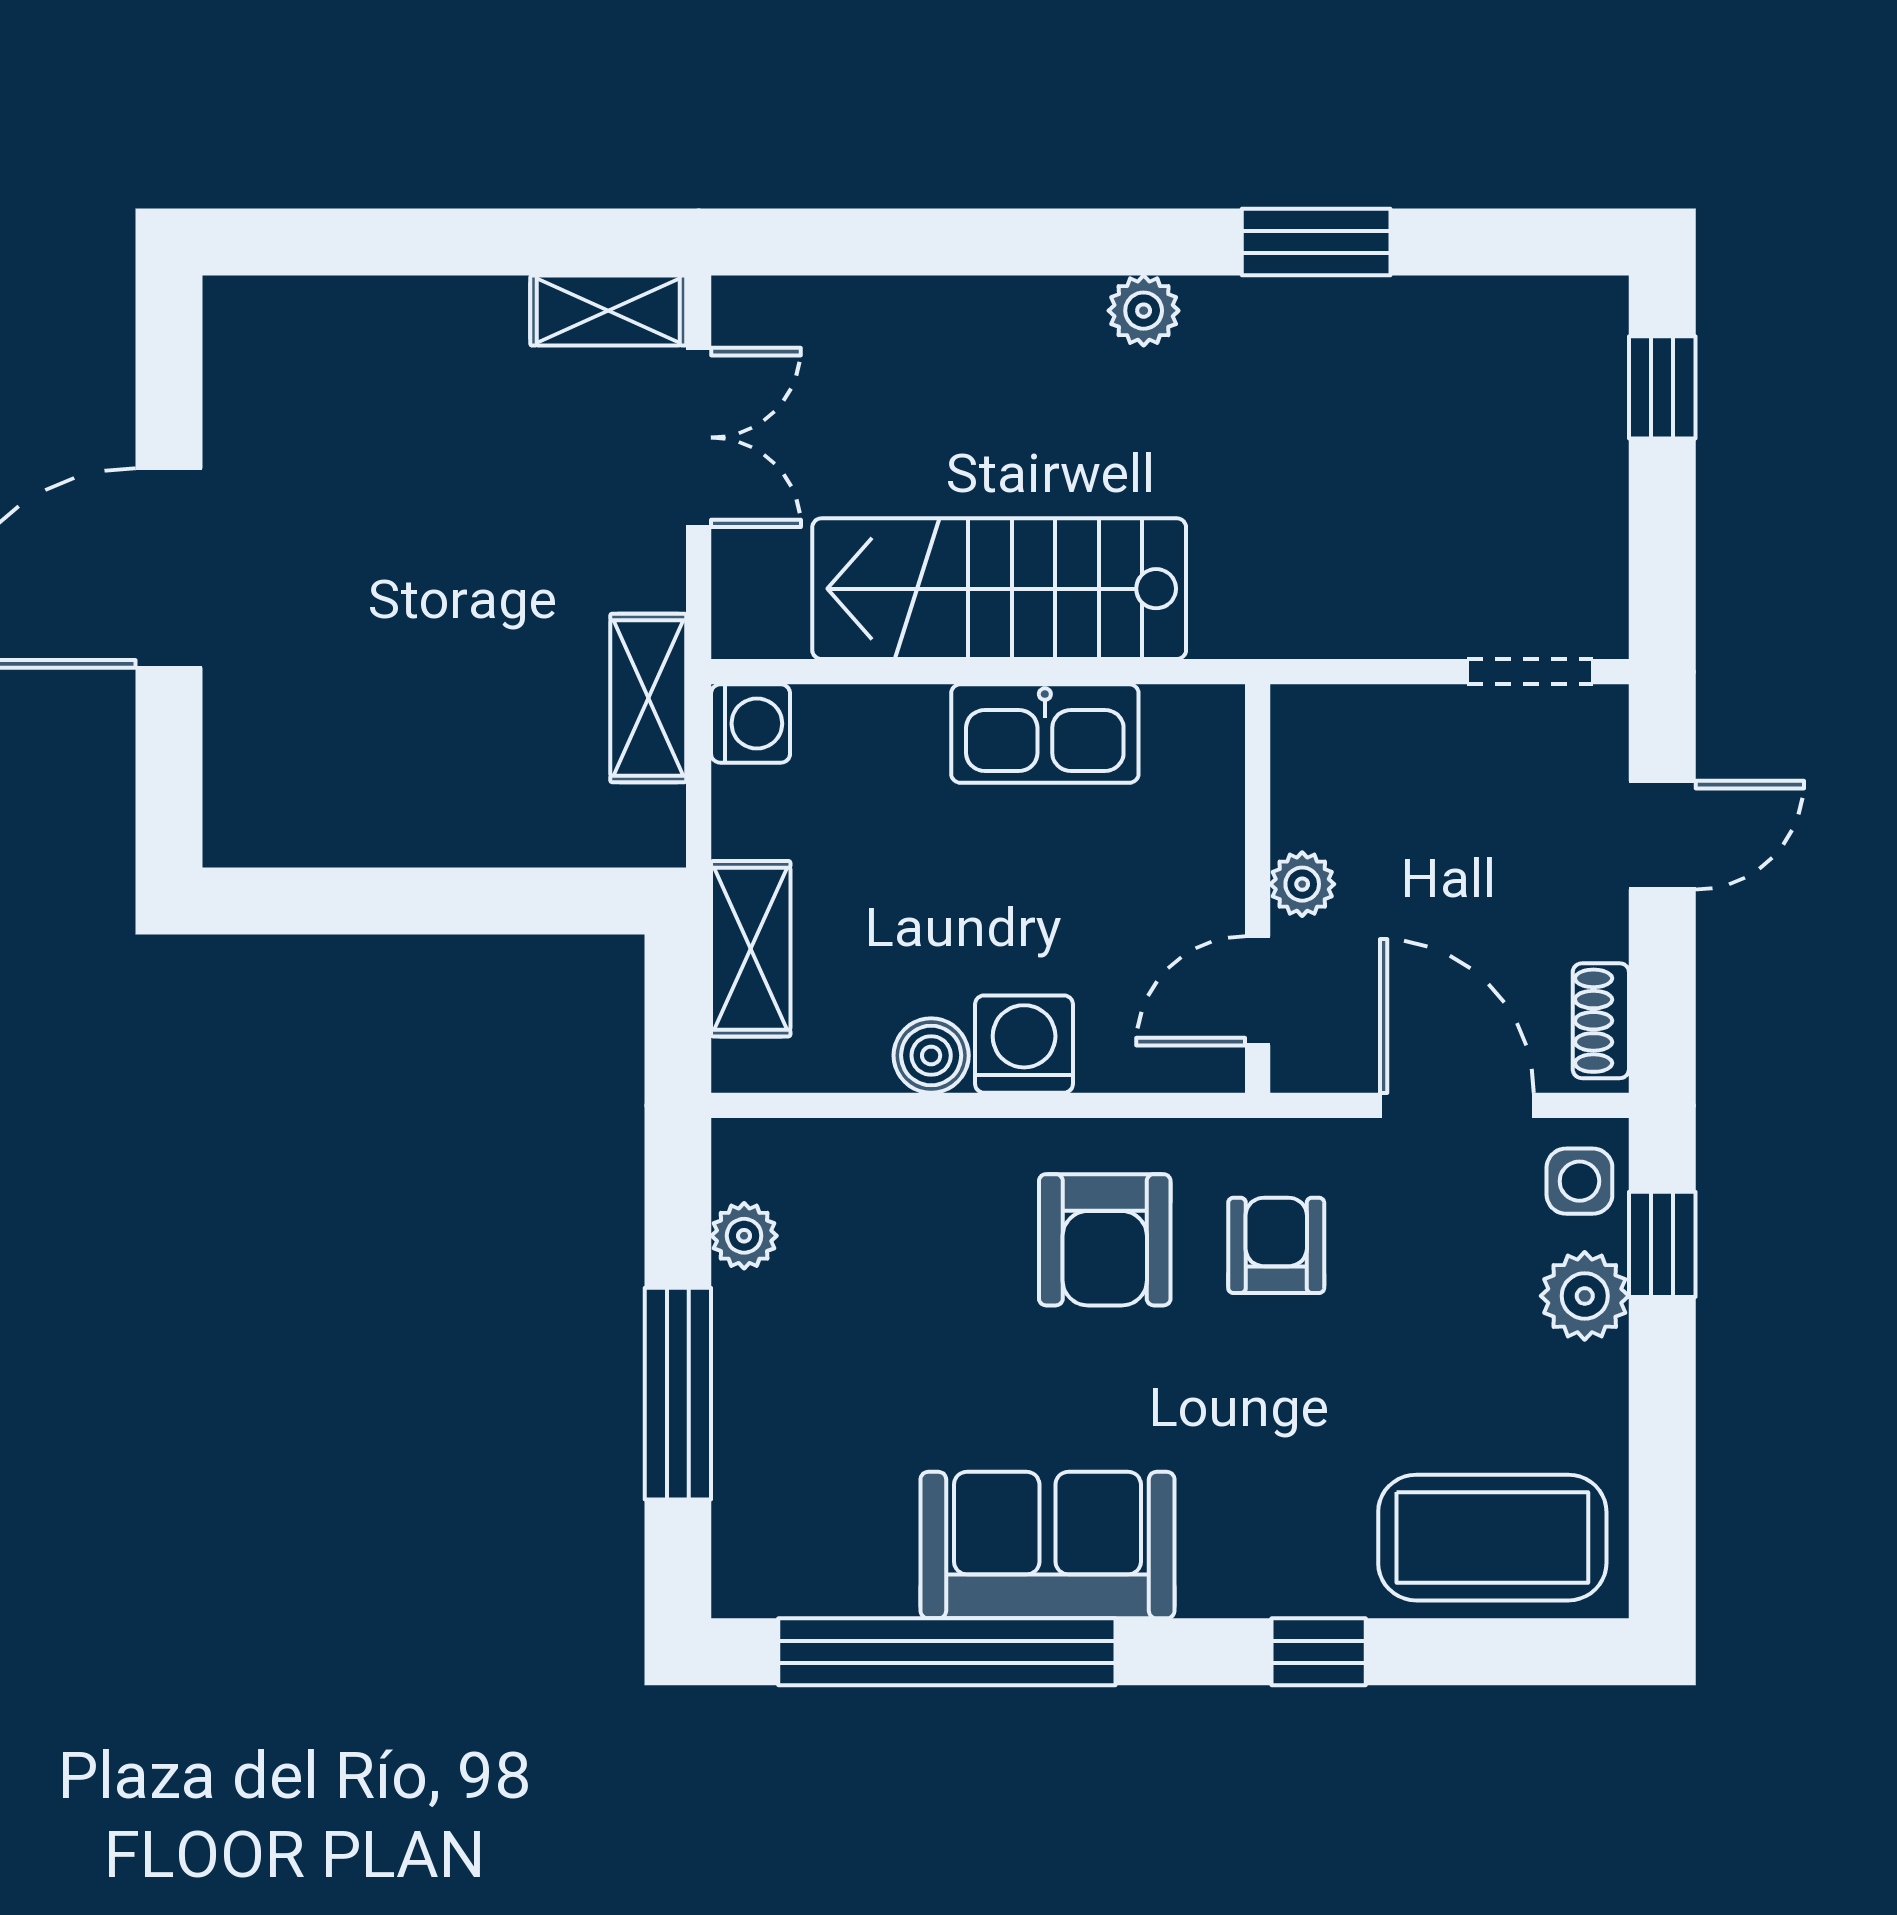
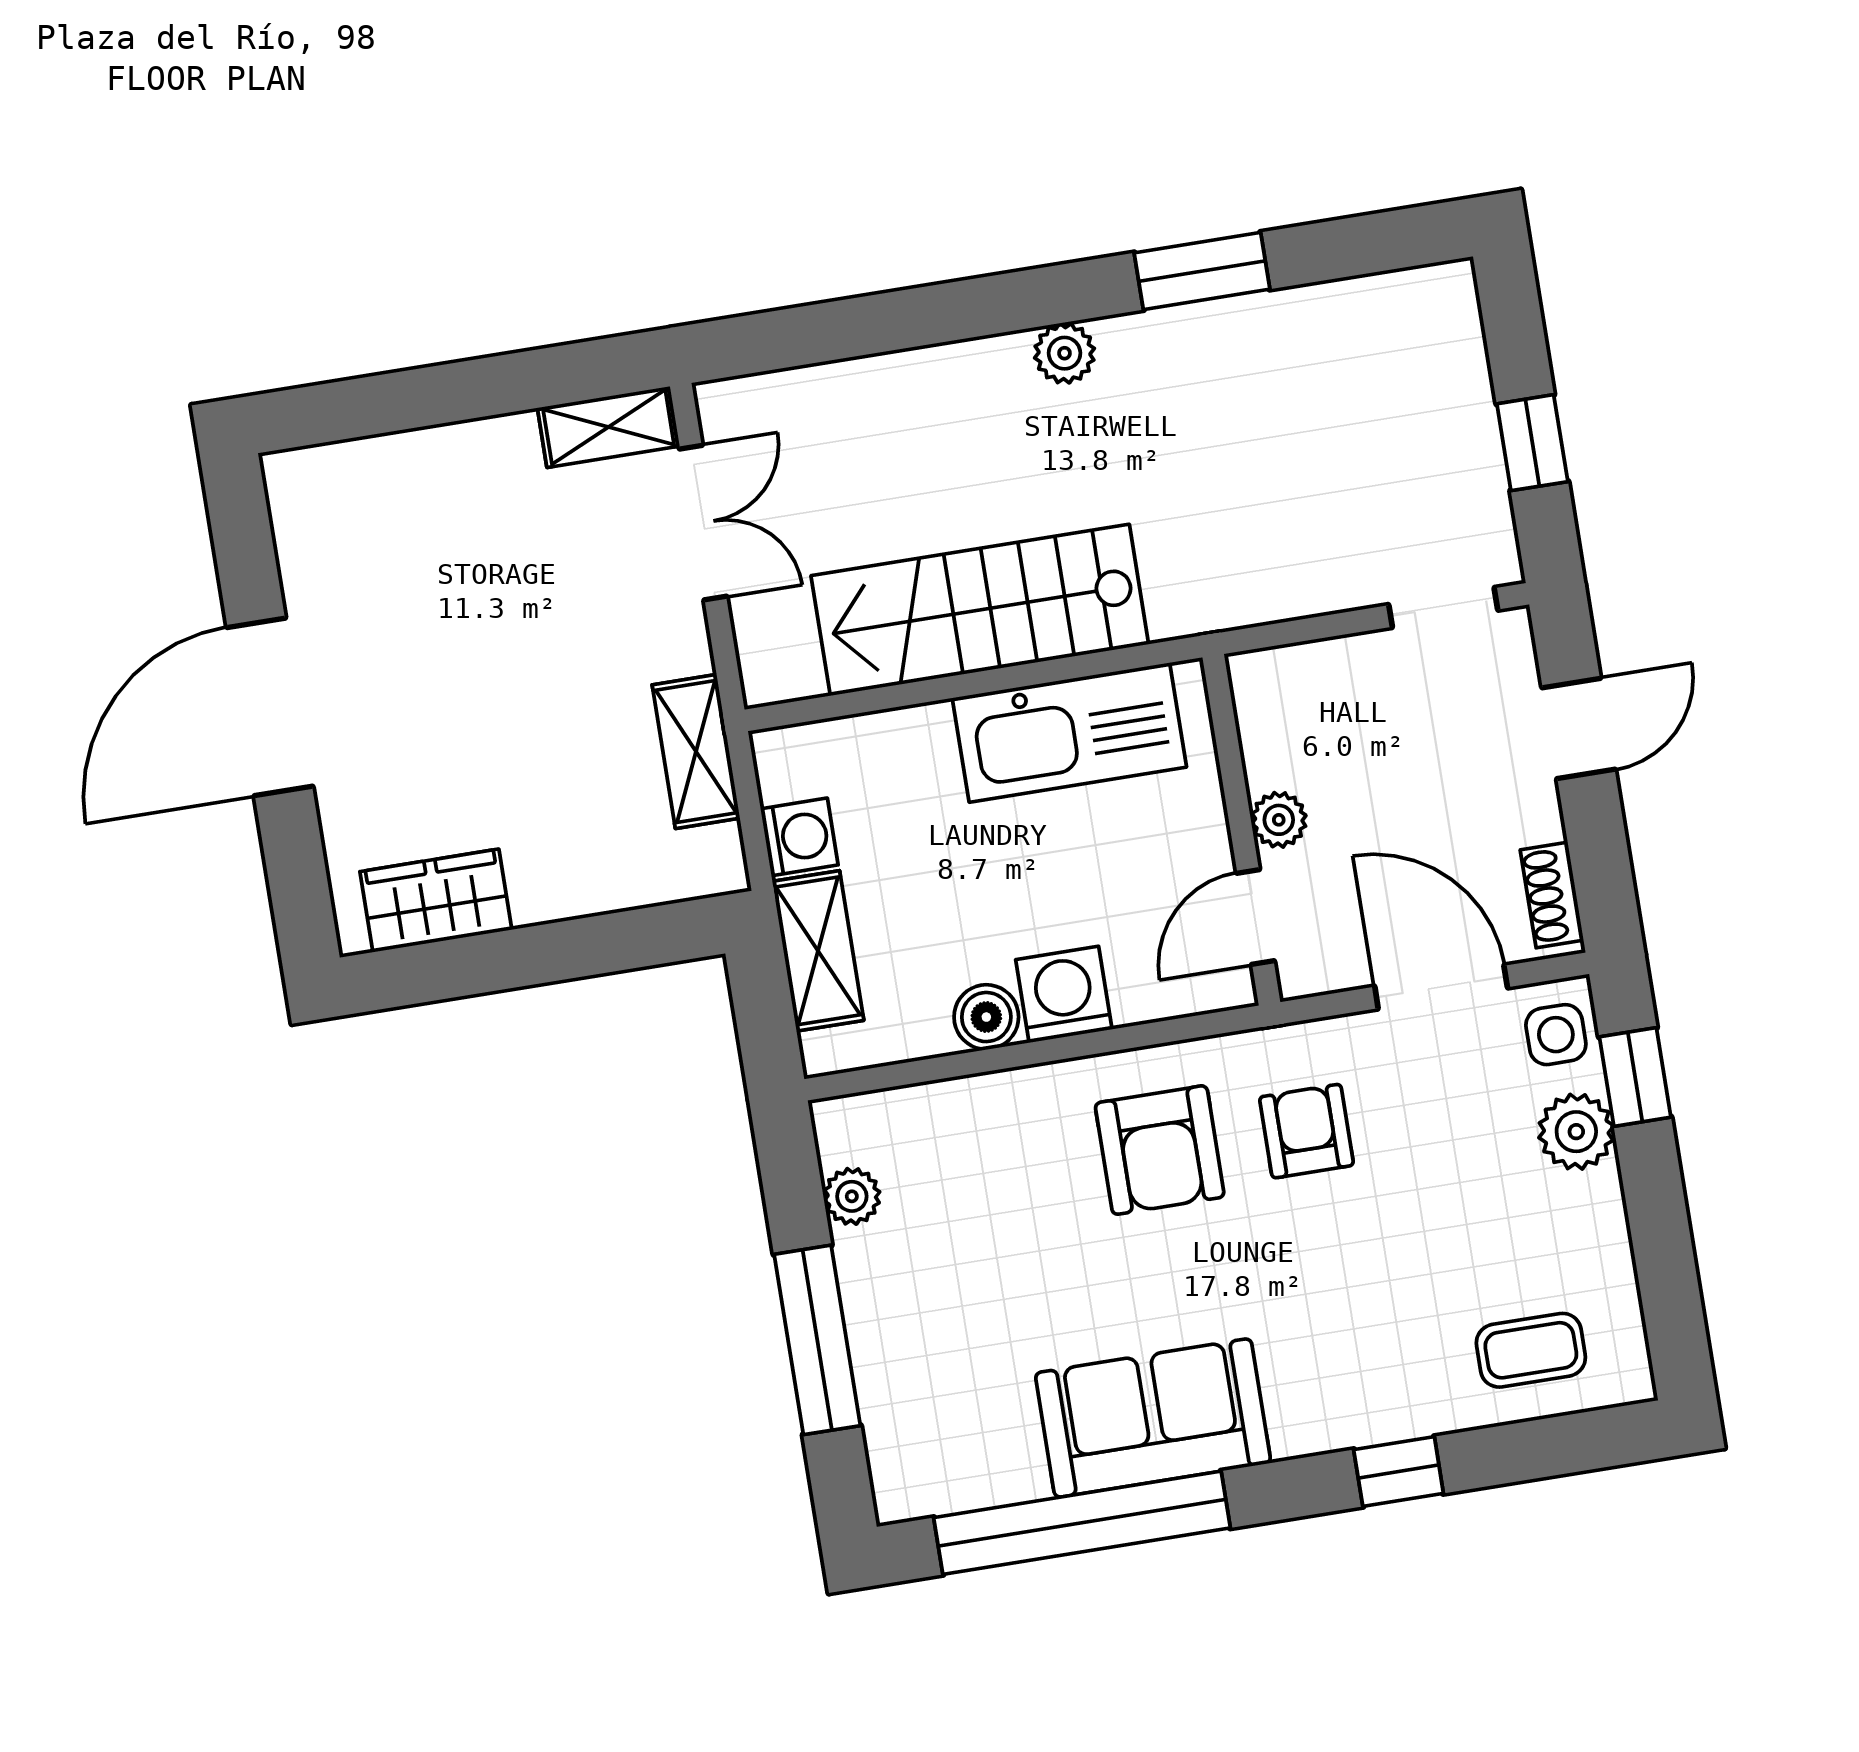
window: (1662, 387) -> (1532, 443), moved
washing machine: (751, 724) -> (799, 837), moved
kitchen sink: (1045, 734) -> (1069, 733), width x1.36, depth x1.24
wardrobe: (323, 820) -> (436, 901), added
coffee table: (1492, 1538) -> (1531, 1350), width x0.54, depth x0.58

